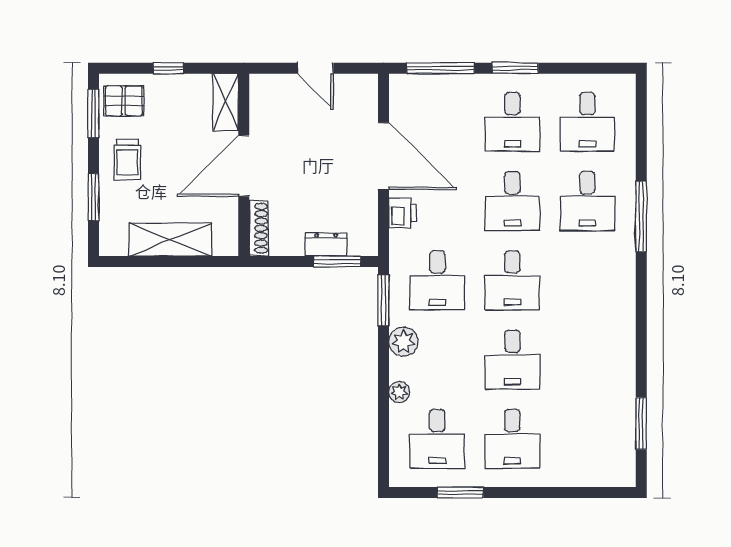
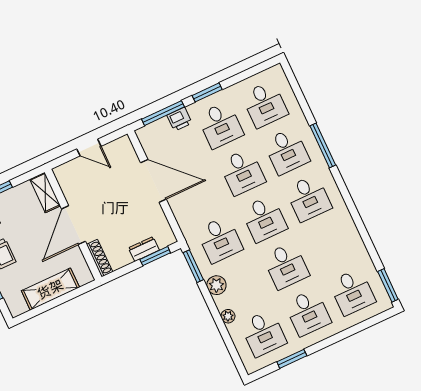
printer: (403, 213) -> (179, 119), moved, turned 90
desk: (587, 280) -> (308, 198), added
window: (641, 424) -> (388, 285), moved
desk: (587, 439) -> (352, 292), added

